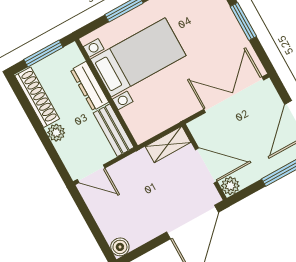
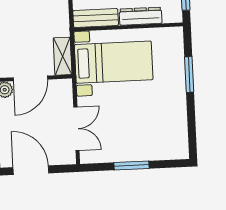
bed with nightstands: (138, 57) -> (114, 62), moved, turned -90
double door: (234, 95) -> (76, 129), width x0.73

